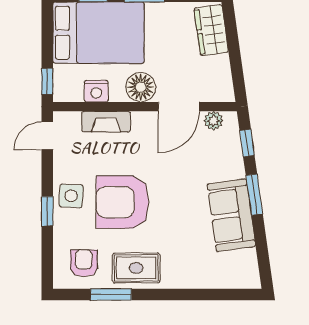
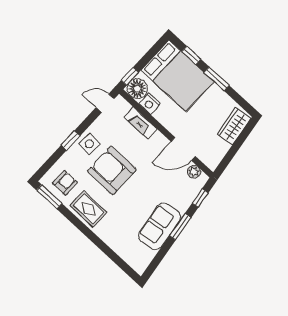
floor lamp: (141, 87) -> (137, 89), moved
window: (111, 294) -> (49, 197), moved

